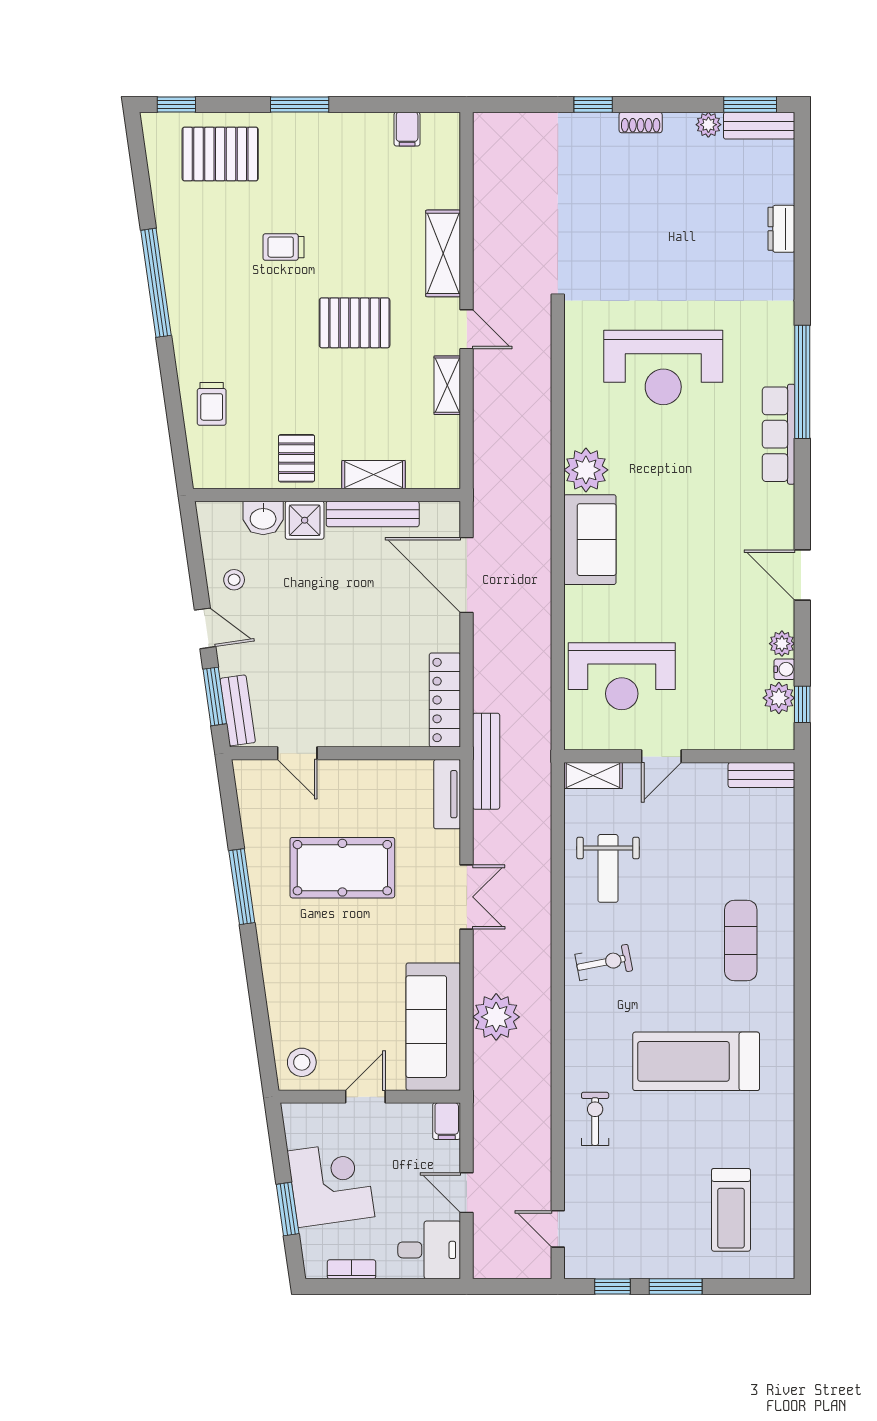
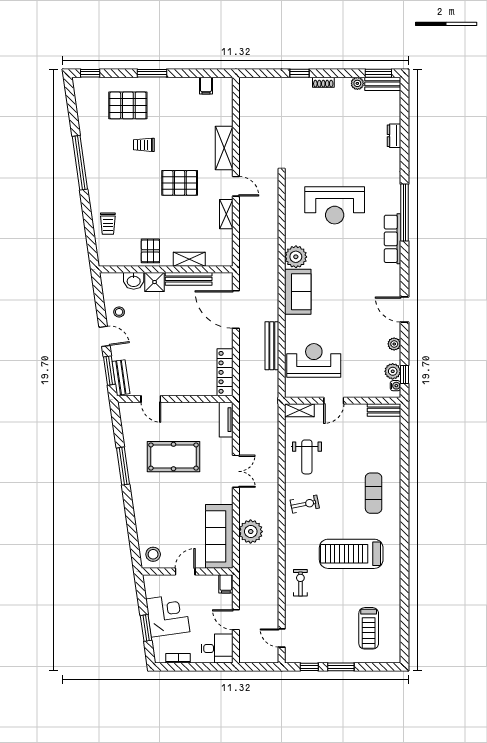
pallet: (220, 154) -> (128, 105), moved
water cooler: (784, 669) -> (395, 386), moved
reception desk: (622, 676) -> (314, 360), turned 180
bench: (486, 761) -> (272, 346), moved

